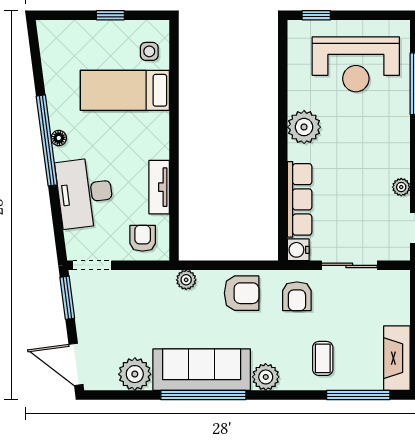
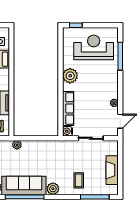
reception desk: (356, 64) -> (94, 47), turned 180
armchair: (242, 293) -> (42, 151), removed
armchair: (297, 296) -> (67, 152), removed
fireplace: (397, 358) -> (112, 170), moved

